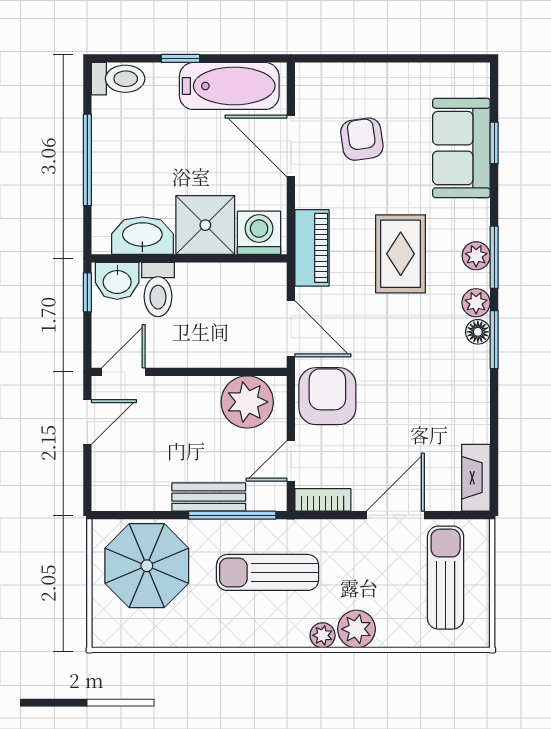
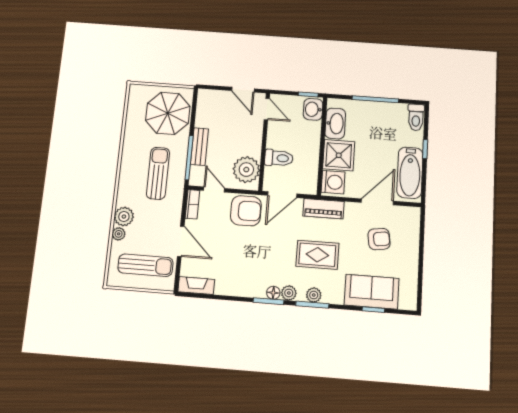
toilet: (158, 290) -> (279, 158), moved, turned 180
plant: (323, 635) -> (119, 234), moved

